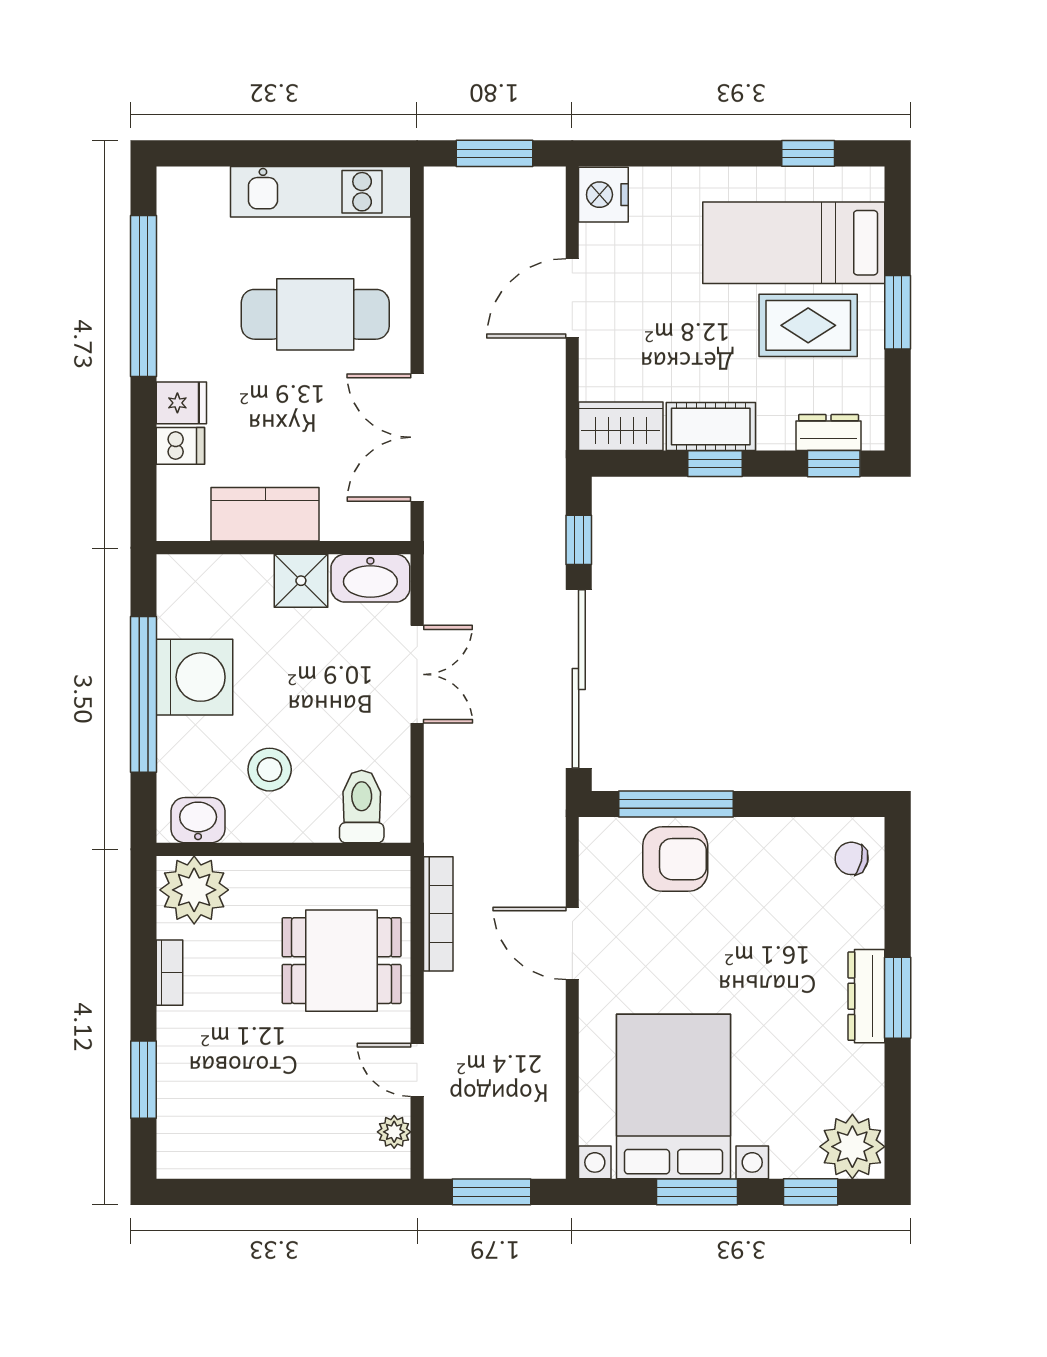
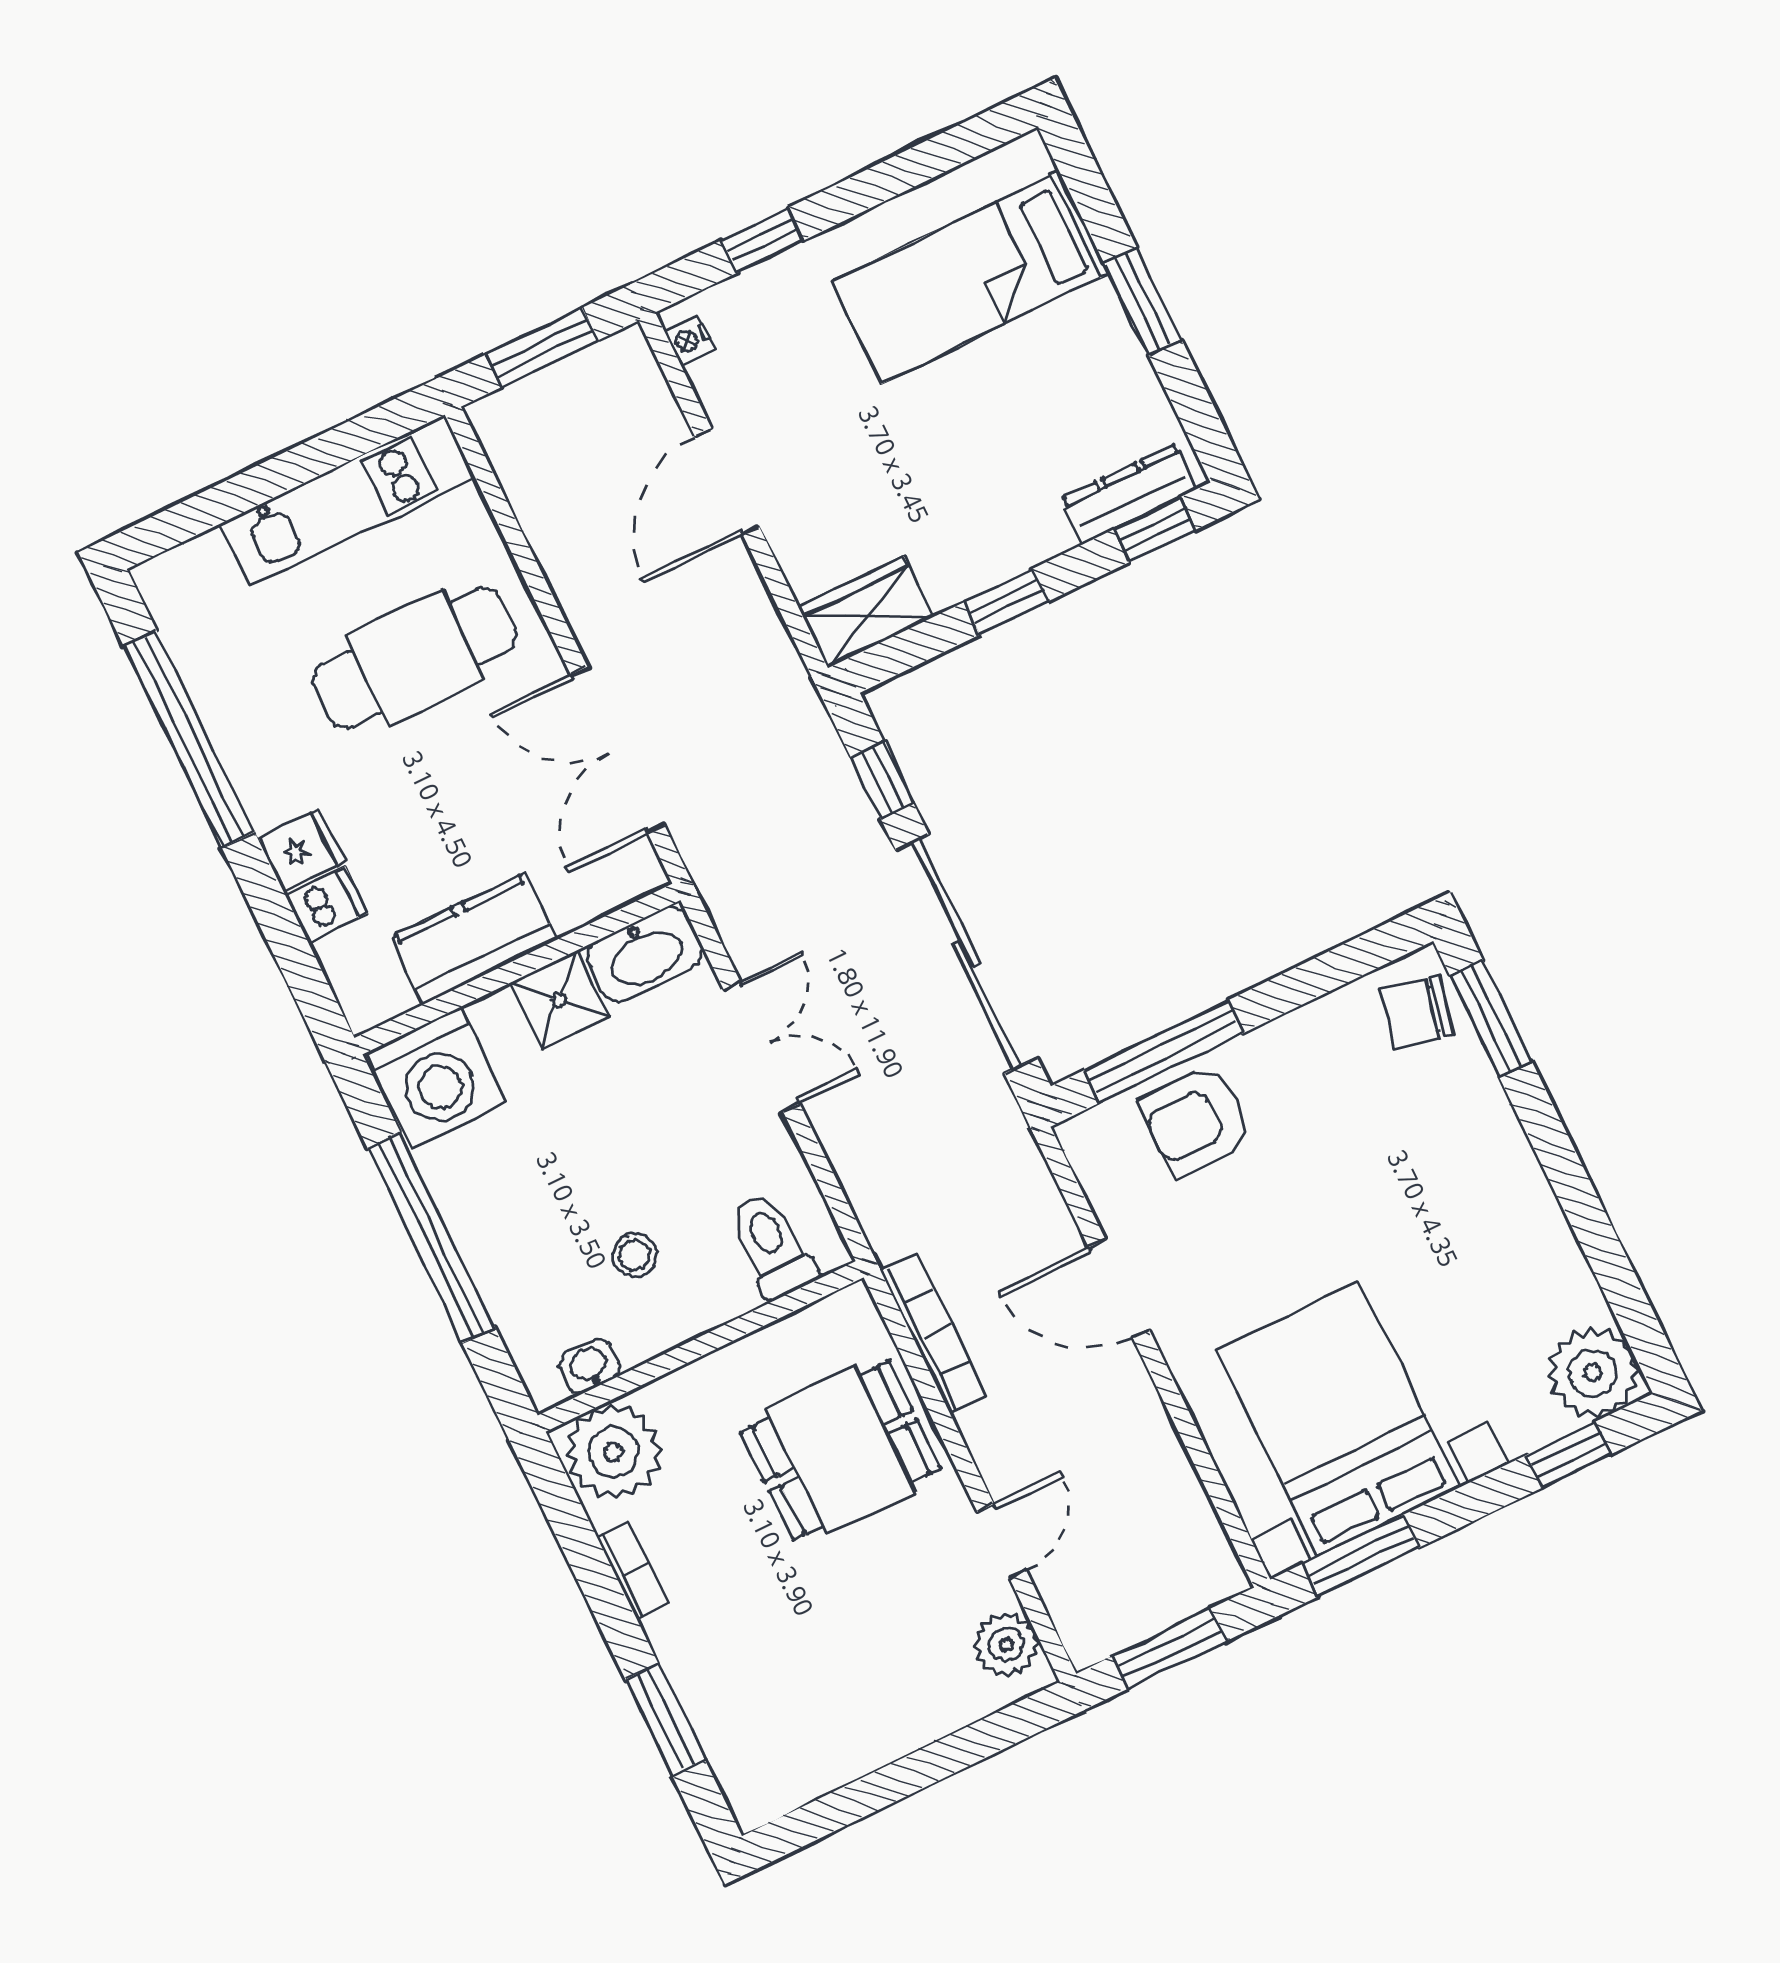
window: (808, 153) -> (762, 241), moved
nightstand: (603, 195) -> (689, 340), width x0.53, depth x0.56
rug: (808, 325) -> (1039, 372), removed
cot: (711, 427) -> (978, 558), removed
dresser: (829, 433) -> (1129, 494), width x1.44
washing machine: (195, 677) -> (436, 1078), moved, turned 90
stool: (270, 770) -> (635, 1255), width x0.73, depth x0.73
washbasin: (198, 820) -> (589, 1366), width x0.72, depth x0.69
chair: (852, 858) -> (1417, 1013), width x1.37, depth x1.37
armchair: (675, 859) -> (1197, 1121), turned 180
dresser: (866, 996) -> (1519, 1176), removed
window: (898, 998) -> (1491, 1019), moved
door: (417, 1070) -> (1002, 1541), swing flipped
plant: (394, 1132) -> (1007, 1644), width x1.38, depth x1.38
window: (697, 1192) -> (1361, 1556), moved

